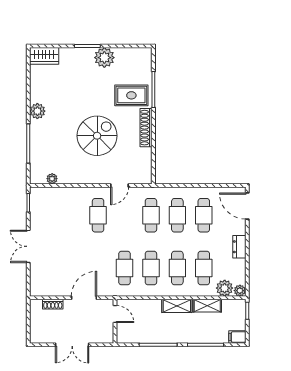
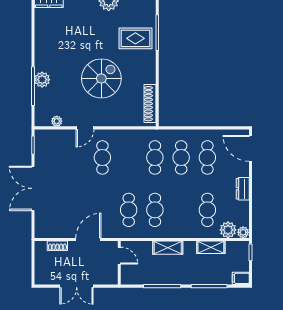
plant: (37, 111) -> (42, 80), moved
shoe rack: (146, 128) -> (150, 104), moved
door: (120, 185) -> (85, 128), moved
double door: (28, 246) -> (33, 188), width x1.37
cafe table: (177, 268) -> (181, 210), removed
shelving: (177, 306) -> (168, 248), moved

